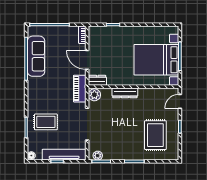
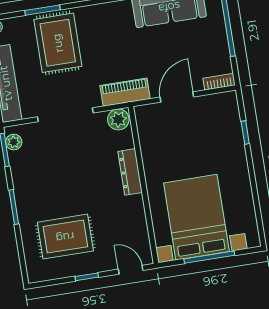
dresser: (97, 80) -> (144, 120), removed
rug: (46, 122) -> (58, 43), width x1.36, depth x1.43

